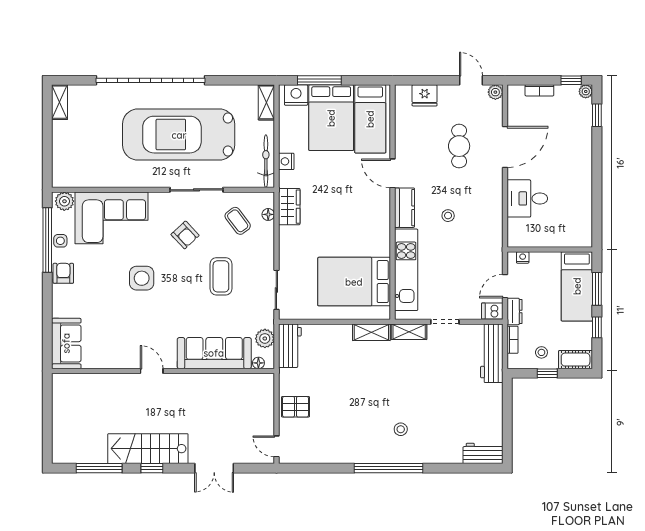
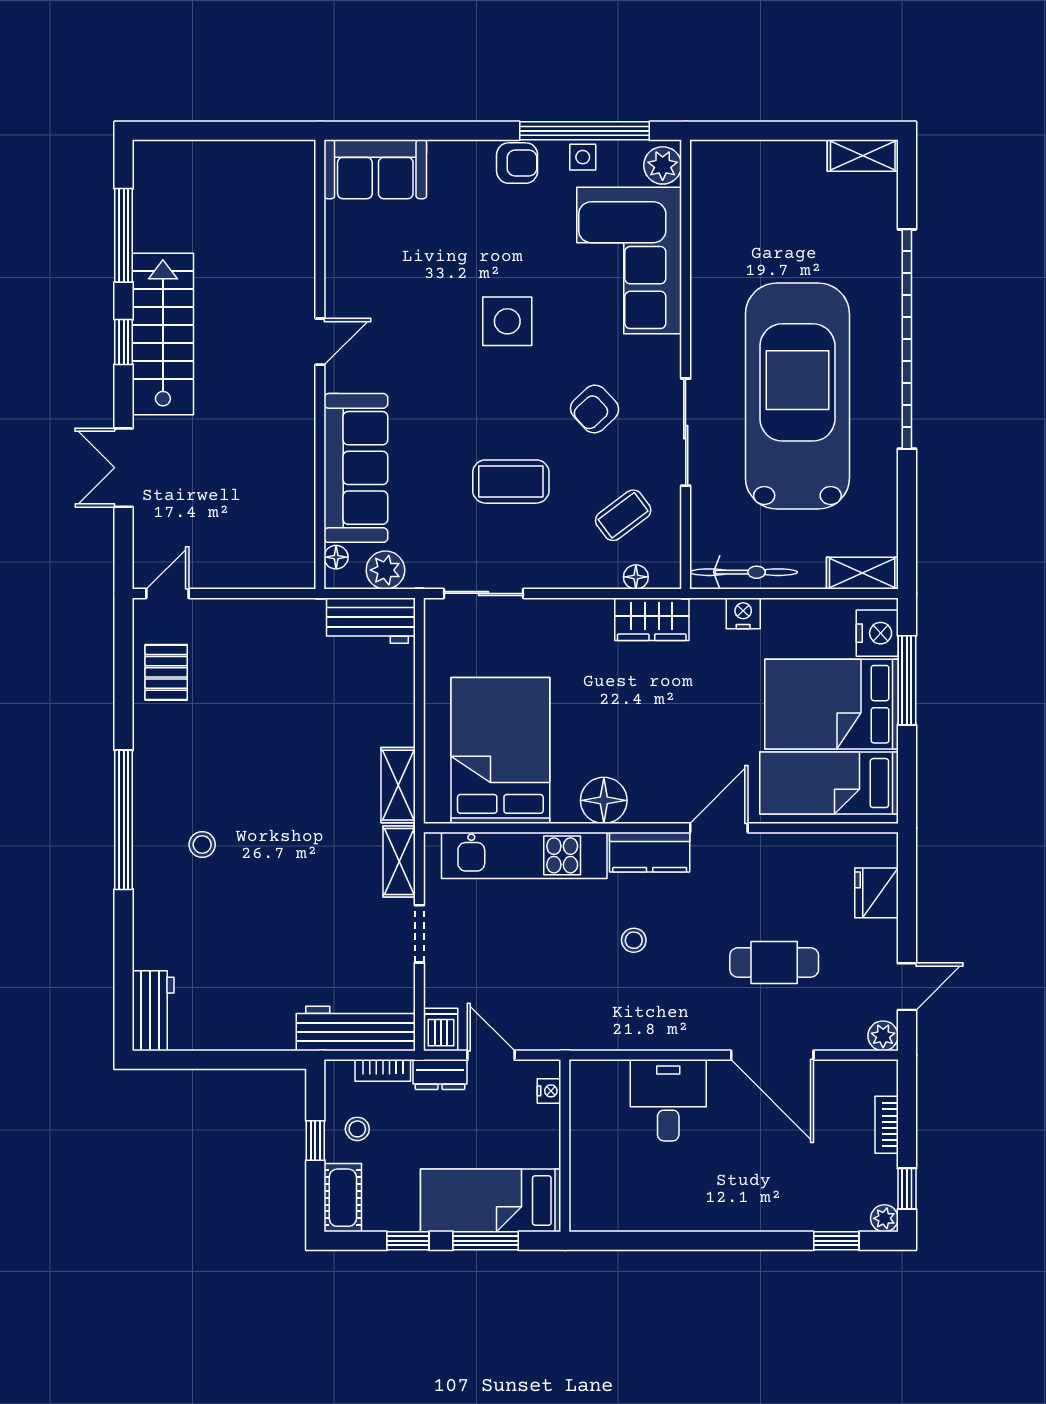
floor lamp: (379, 230) -> (604, 800), added
pallet: (295, 407) -> (166, 672), moved

